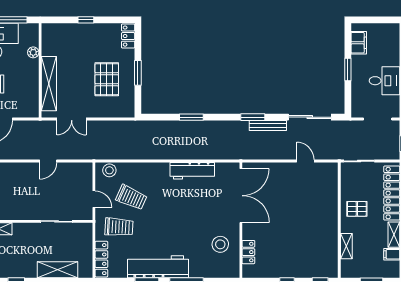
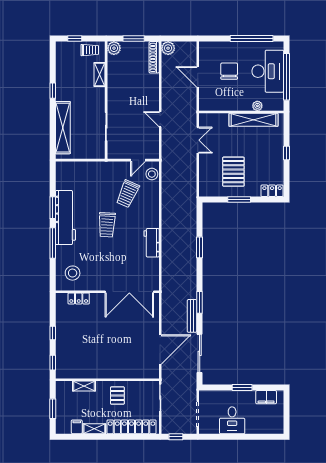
pallet: (107, 79) -> (233, 172), turned 90
shelving: (49, 84) -> (253, 120), moved
double door: (72, 119) -> (198, 140), swing flipped
door: (305, 161) -> (160, 349), width x1.87
workbench: (192, 171) -> (152, 243), width x0.73
door: (94, 199) -> (138, 160), moved
trolley: (119, 227) -> (107, 225), moved
stool: (220, 244) -> (73, 273), moved
locker: (101, 259) -> (72, 167), removed
shelving: (58, 270) -> (63, 128), width x1.47

